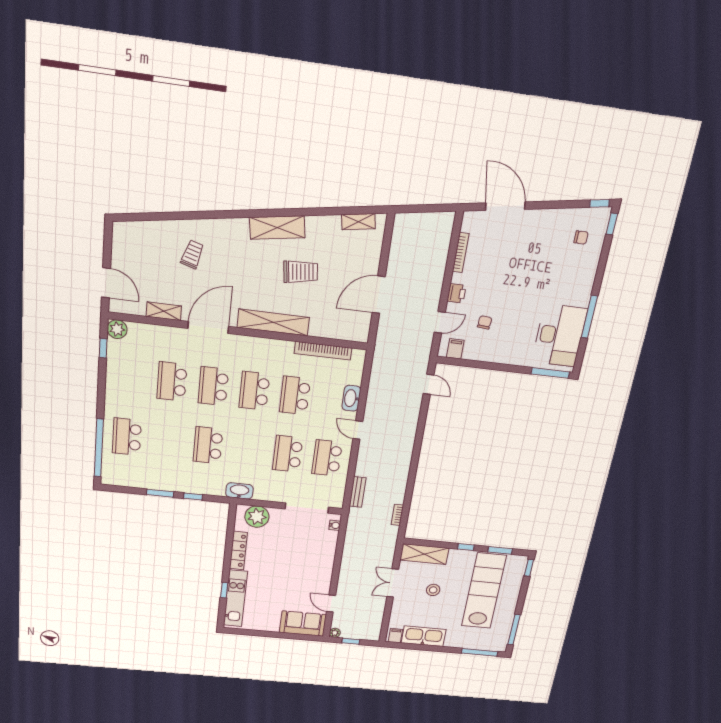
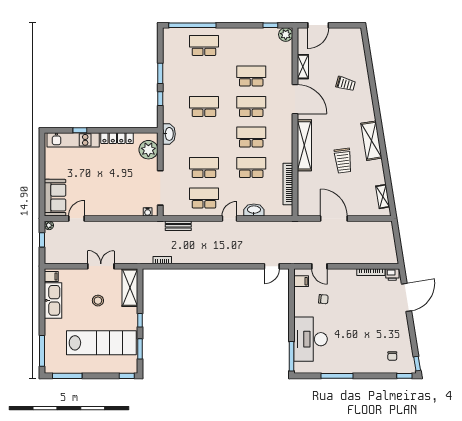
printer: (456, 293) -> (392, 274), moved
desk: (560, 335) -> (310, 339), moved, turned 90

